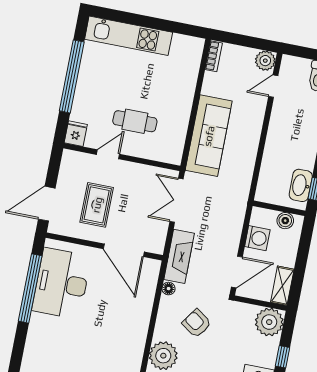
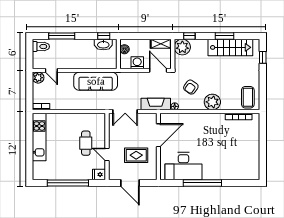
kitchen unit: (129, 36) -> (39, 137), moved
sofa: (209, 136) -> (96, 81), moved, turned 180
door: (47, 204) -> (130, 183), moved
window: (30, 288) -> (202, 183), moved
window: (282, 357) -> (189, 36), moved

